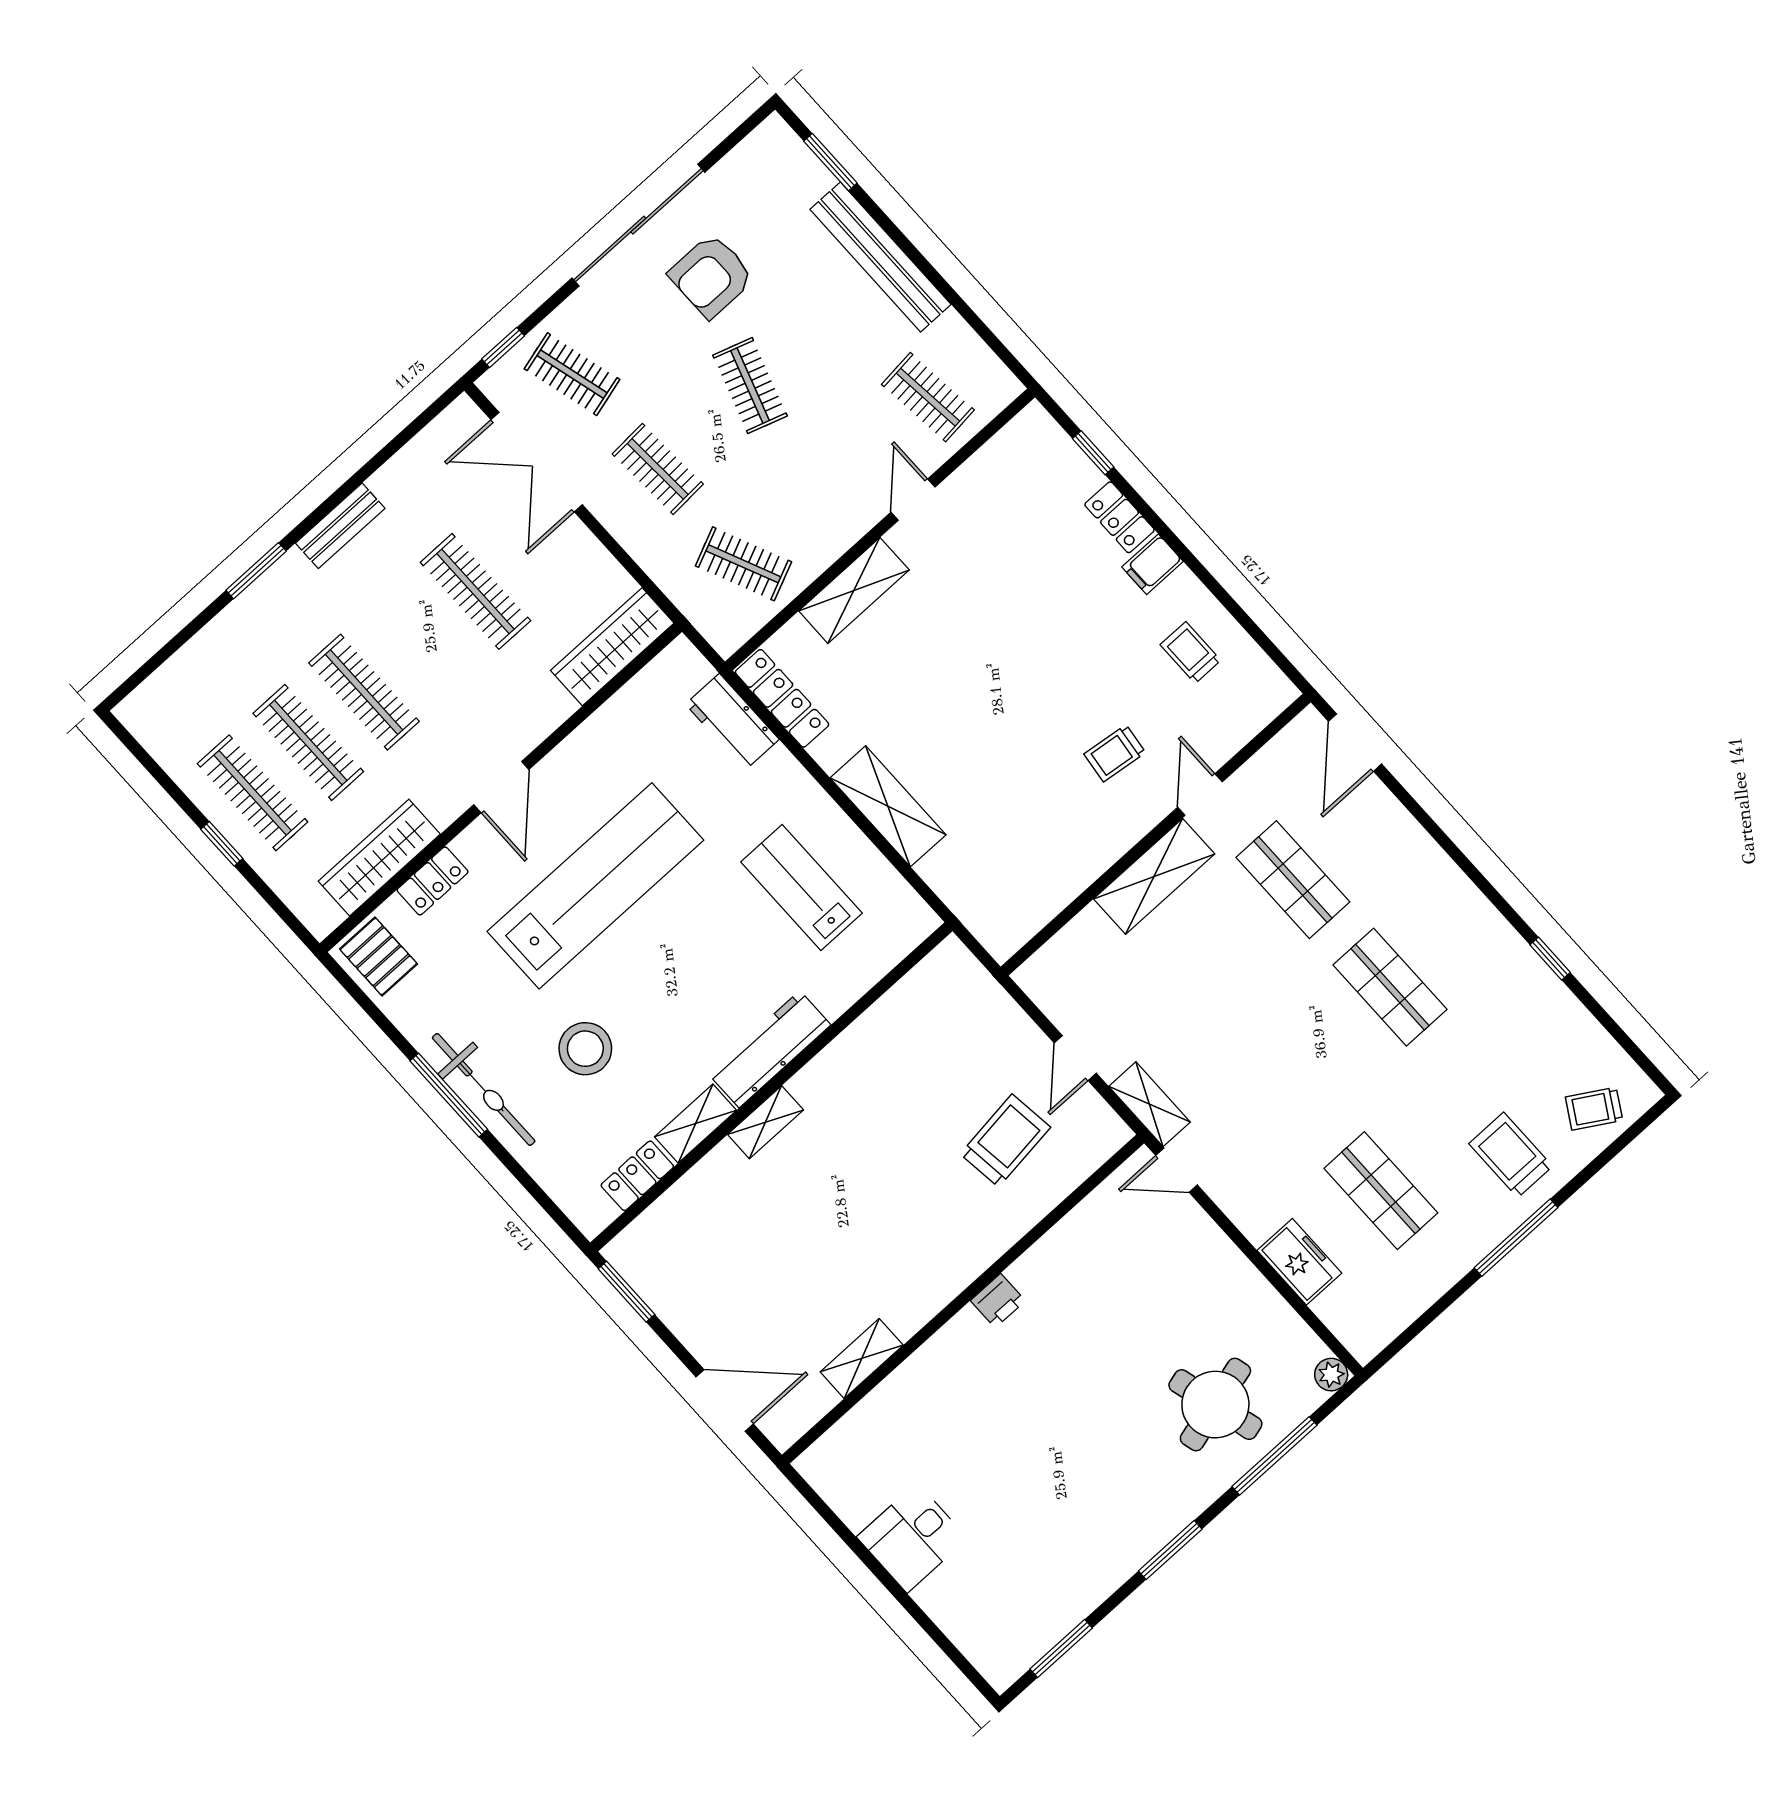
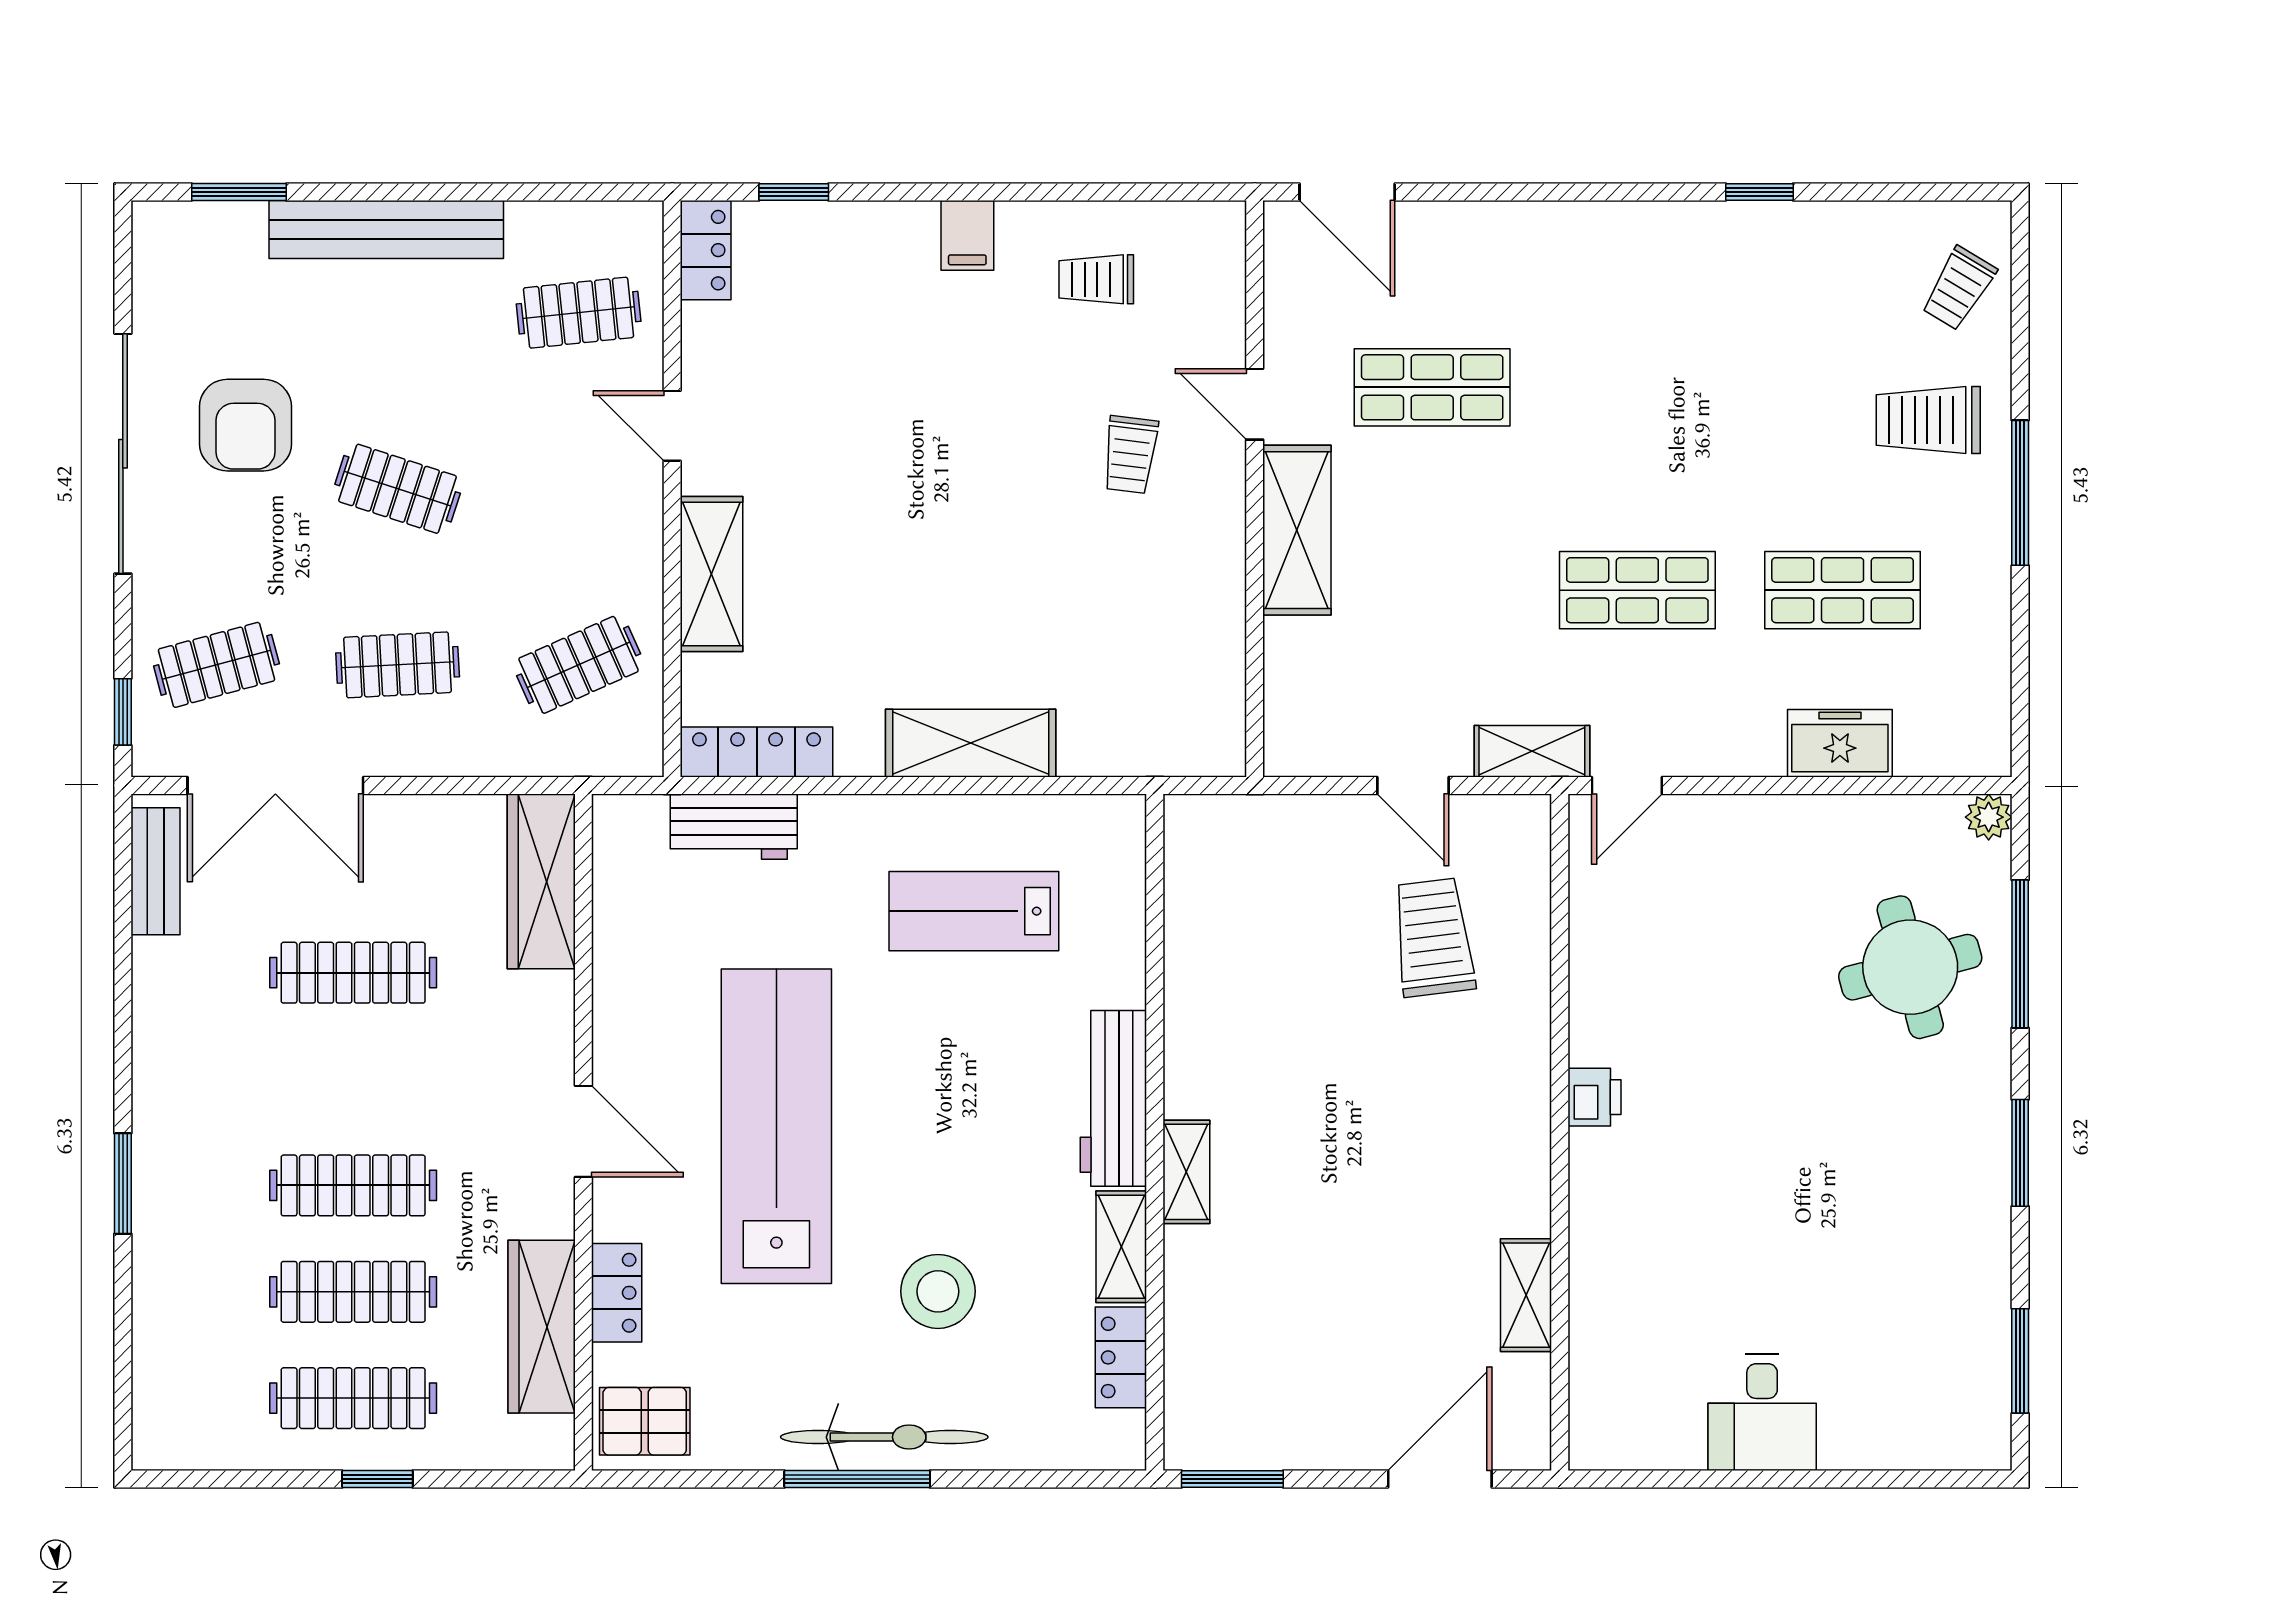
locker: (1120, 517) -> (706, 250), moved, turned -90
bench: (340, 526) -> (156, 871), moved
shop shelf: (1390, 987) -> (1637, 590), moved

